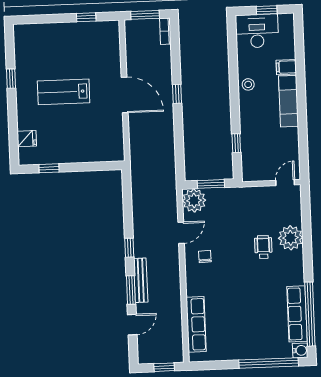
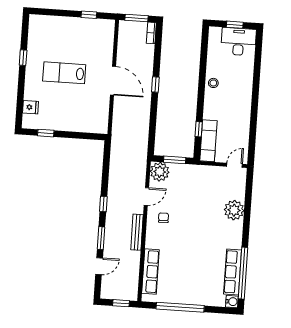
desk: (257, 31) -> (238, 42), moved
filing cabinet: (286, 67) -> (246, 72), removed
exam couch: (288, 101) -> (208, 141), moved, turned 180
wheelchair: (263, 247) -> (211, 215), removed
bench: (141, 280) -> (137, 232), moved
window: (269, 363) -> (180, 307), moved

